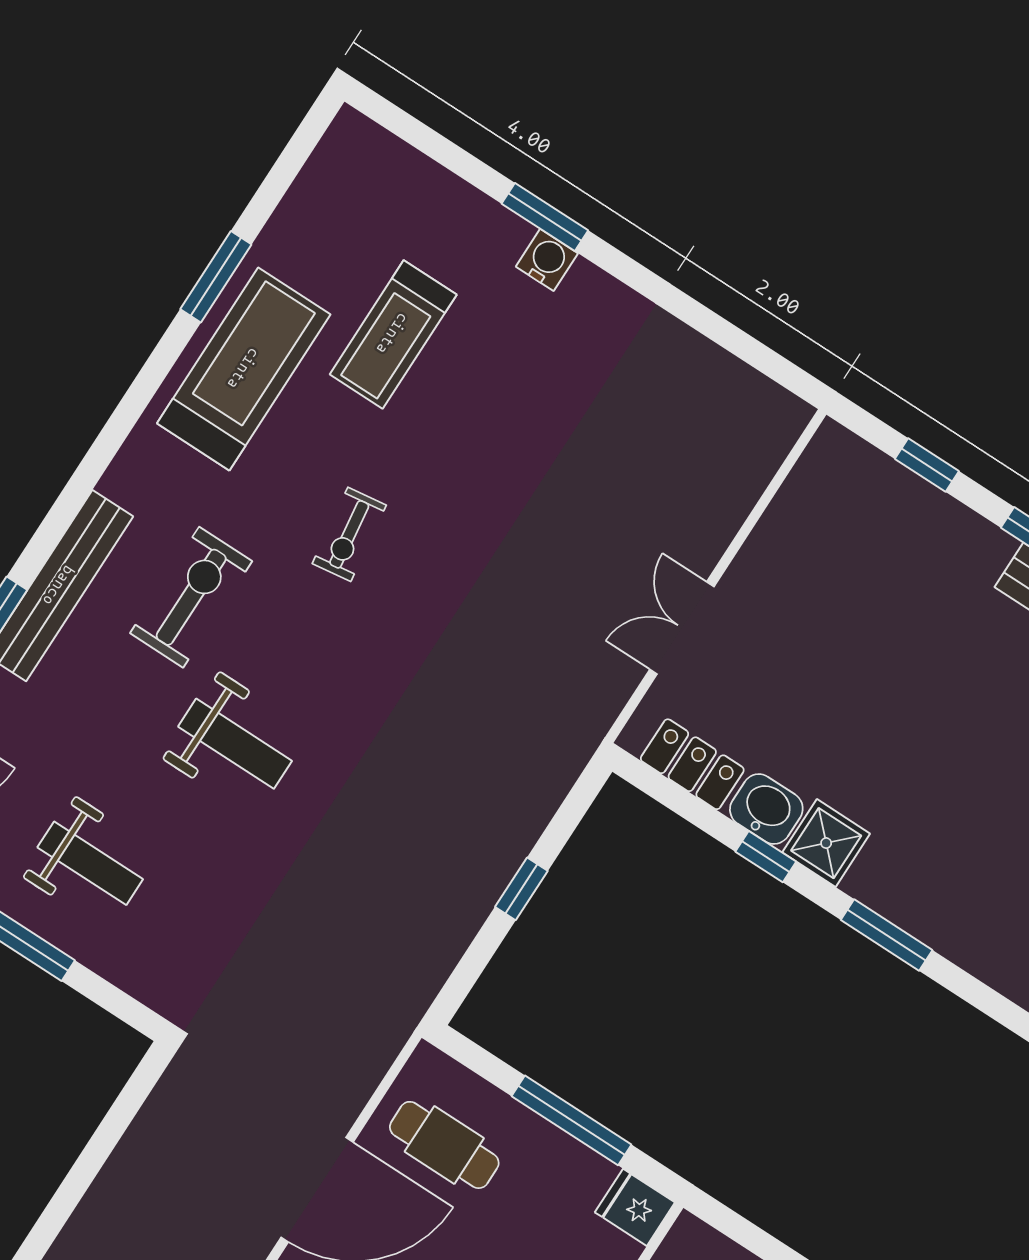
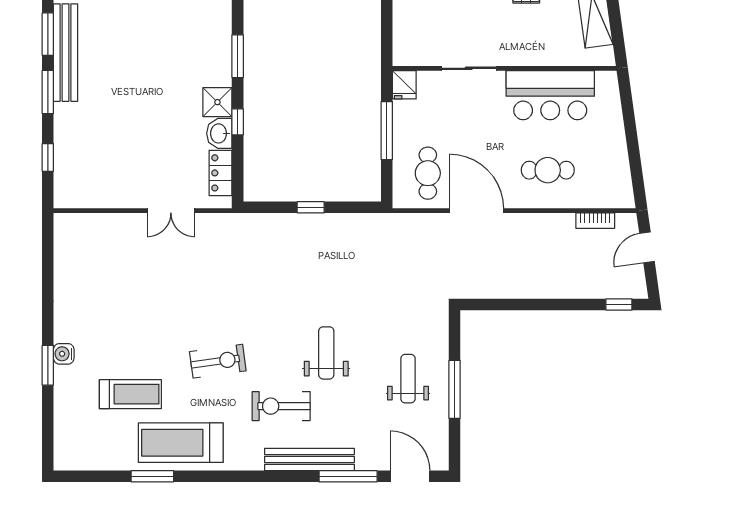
exercise bike: (349, 534) -> (218, 361), width x1.38, depth x1.39

